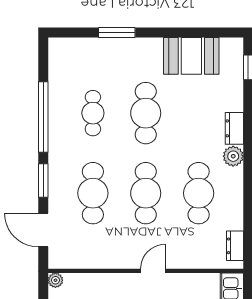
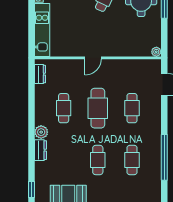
cafe table: (146, 113) -> (98, 160), width x0.73, depth x0.74
window: (43, 180) -> (164, 116), removed
cafe table: (93, 193) -> (132, 108), width x0.73, depth x0.74
cafe table: (199, 193) -> (64, 108), width x0.73, depth x0.74

